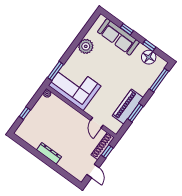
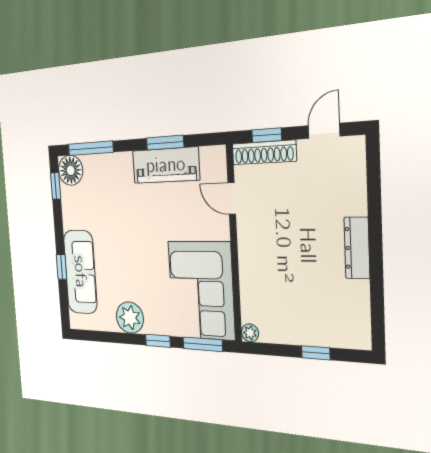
window: (149, 45) -> (56, 186), moved
window: (69, 52) -> (158, 341), added
floor lamp: (149, 57) -> (71, 170), moved
door: (97, 123) -> (232, 199), swing flipped

